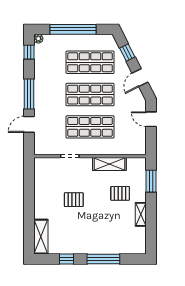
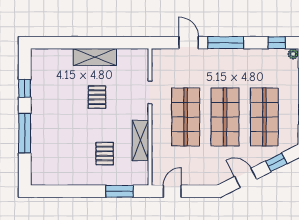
door: (151, 119) -> (172, 191), moved
shelving: (141, 214) -> (79, 179), removed
shelving: (41, 237) -> (95, 57), moved

